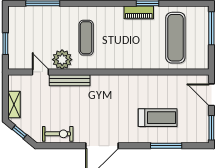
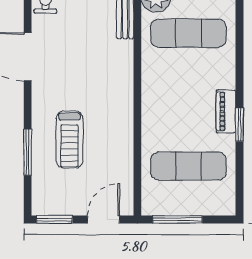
window: (211, 28) -> (177, 219), moved
exercise mat: (86, 38) -> (188, 33), width x1.36, depth x1.45

